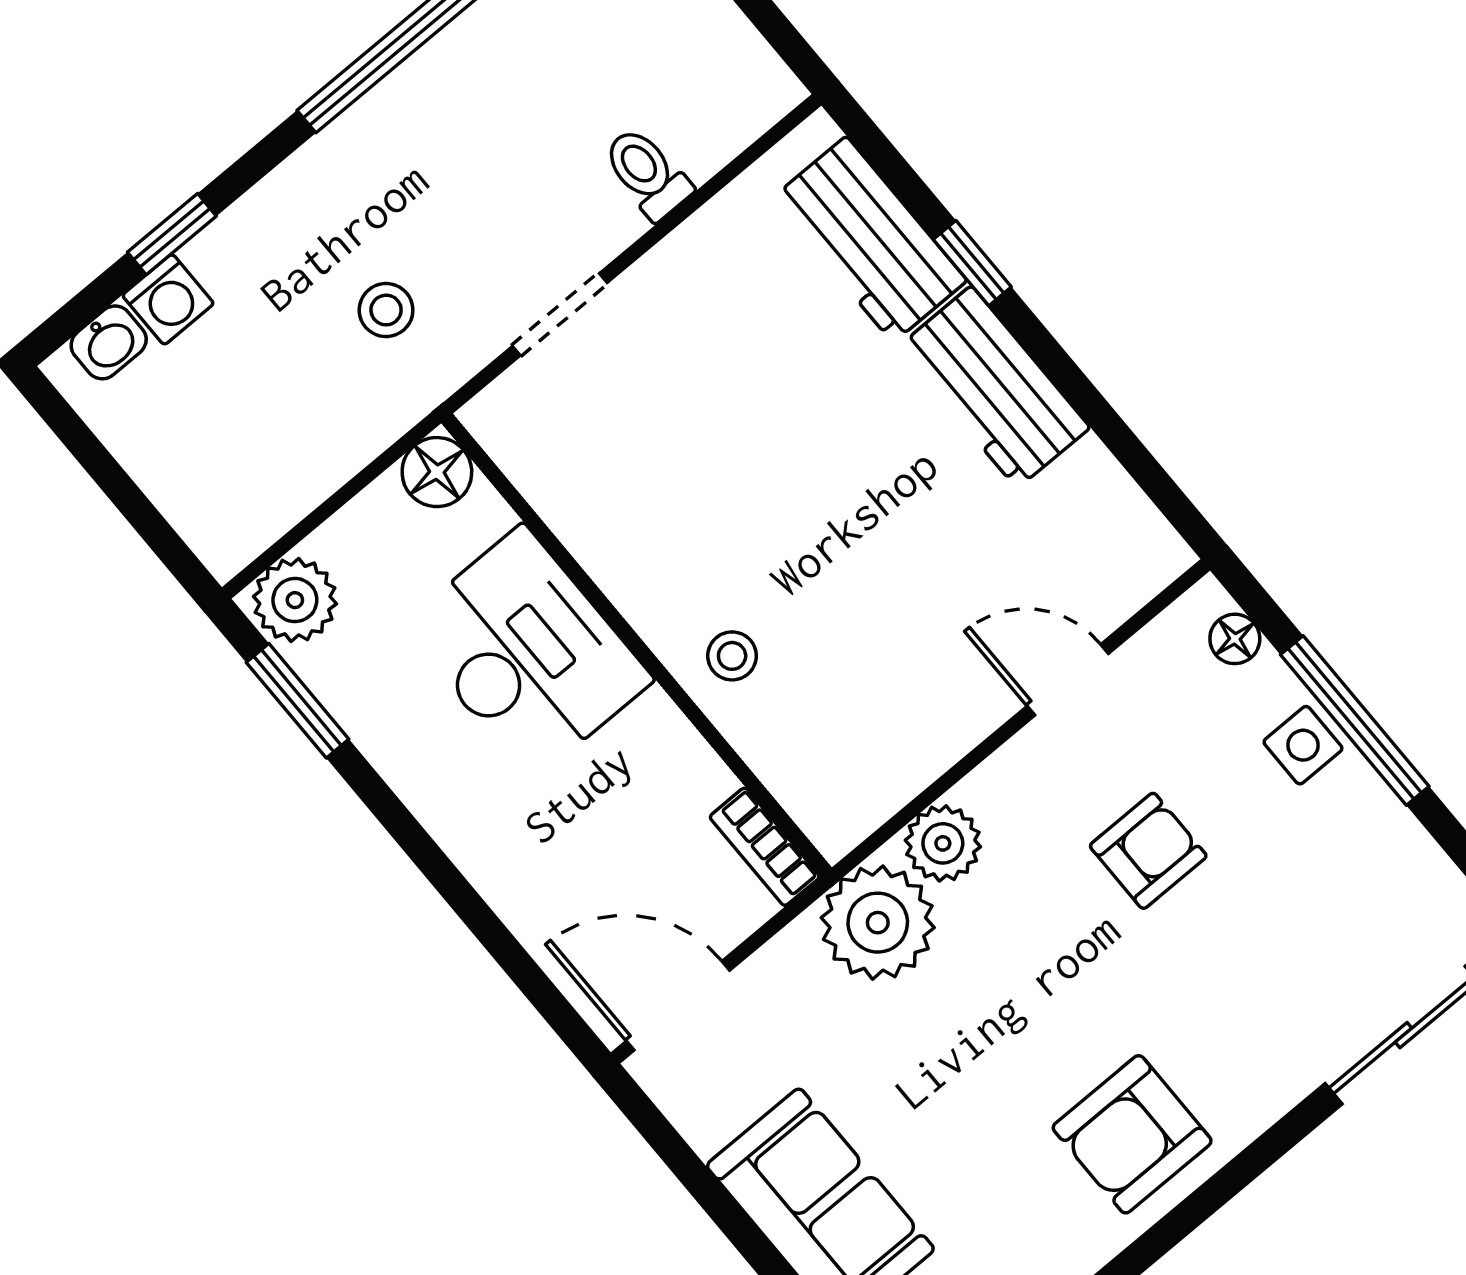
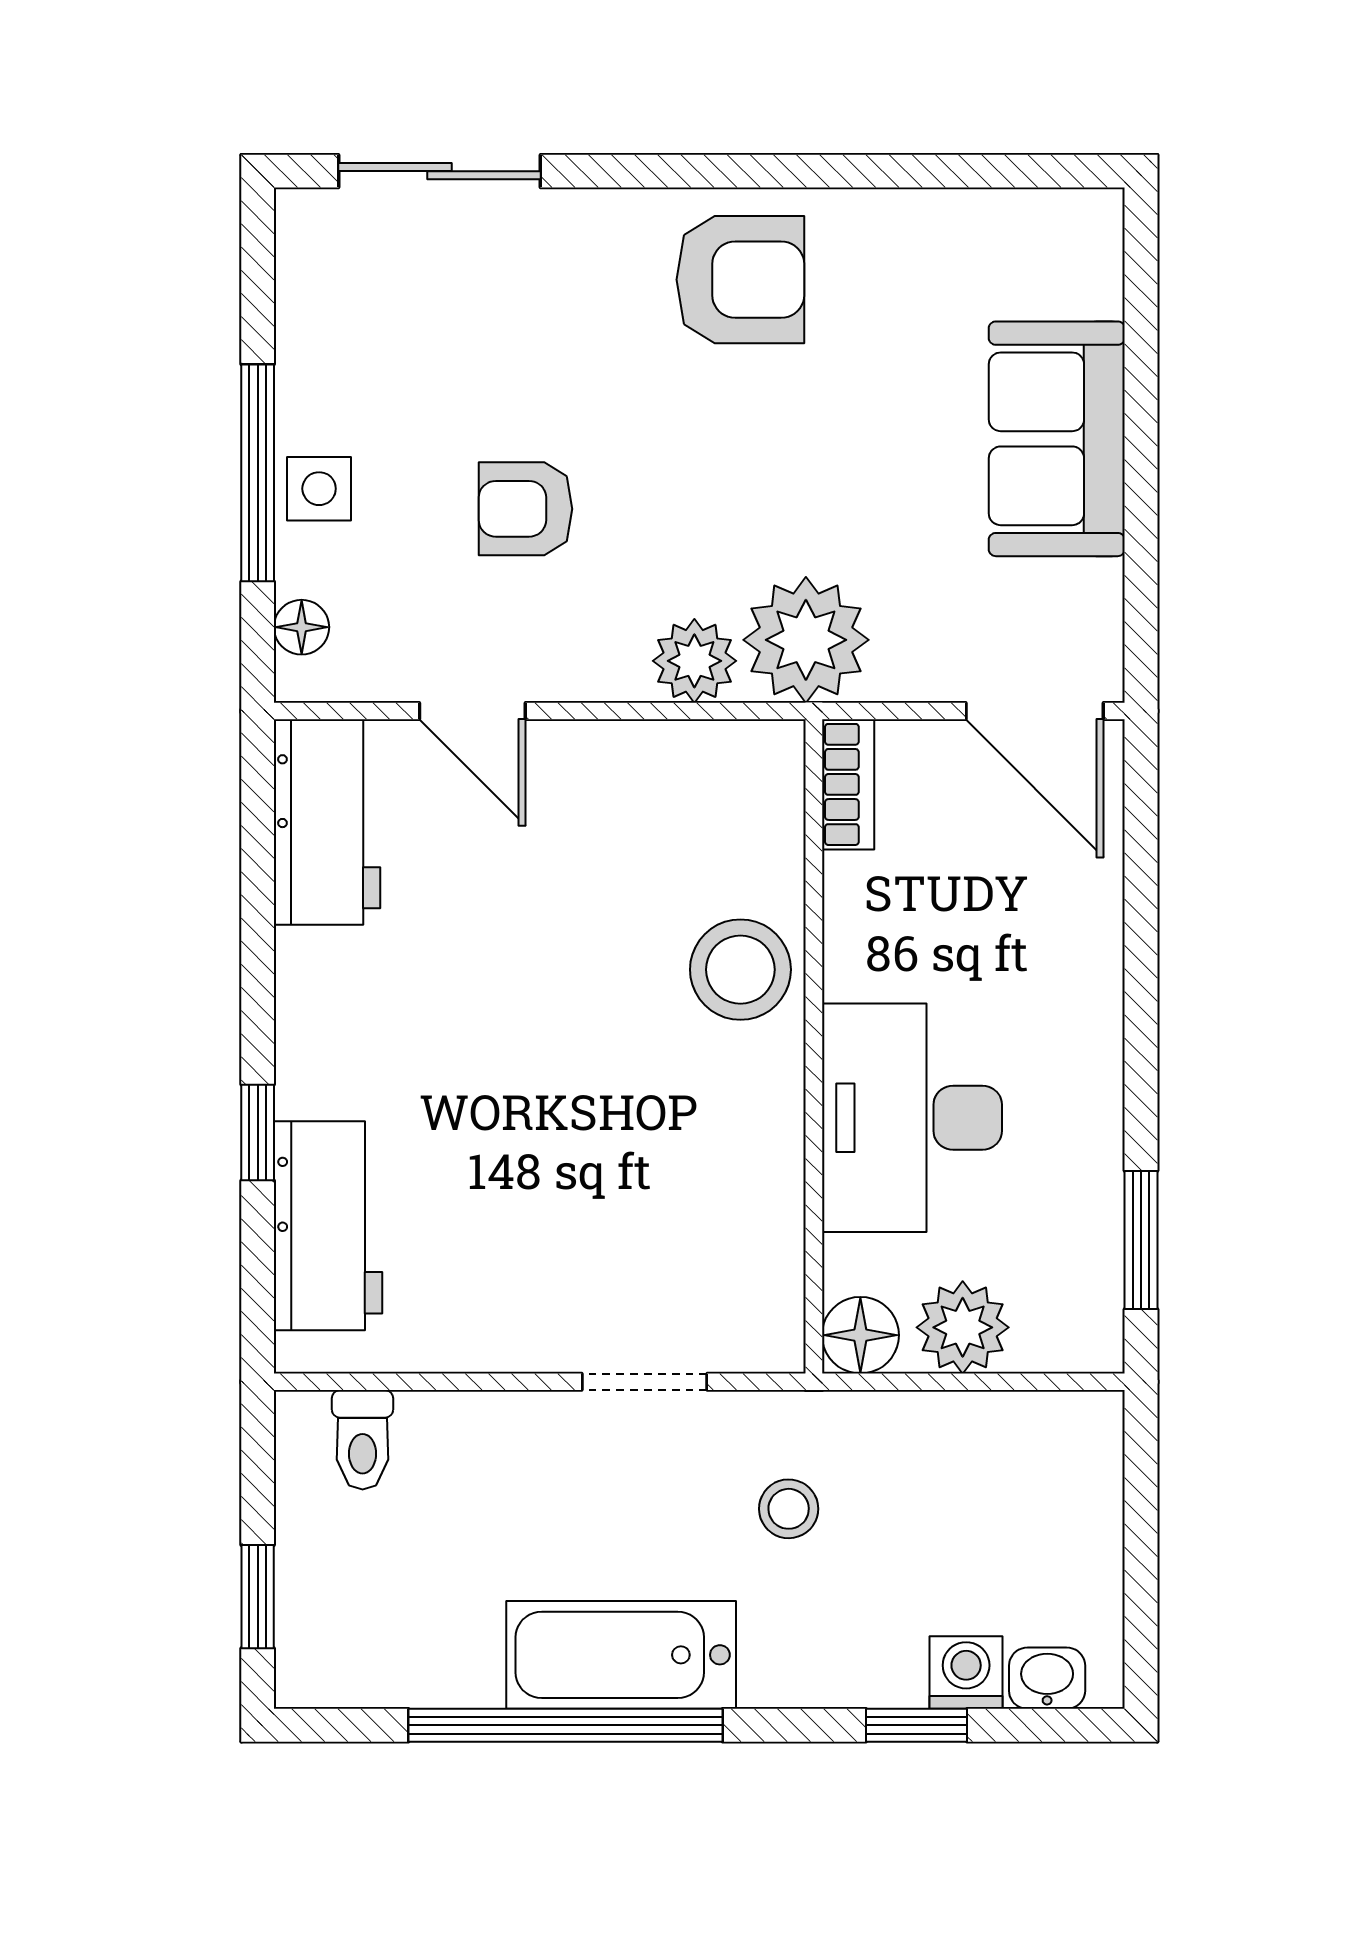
bathtub: (417, 112) -> (621, 1655), added
toilet: (647, 173) -> (363, 1440), moved
workbench: (994, 387) -> (327, 822), moved
plant: (295, 600) -> (963, 1327), moved
stool: (732, 656) -> (740, 970), width x1.89, depth x1.89

